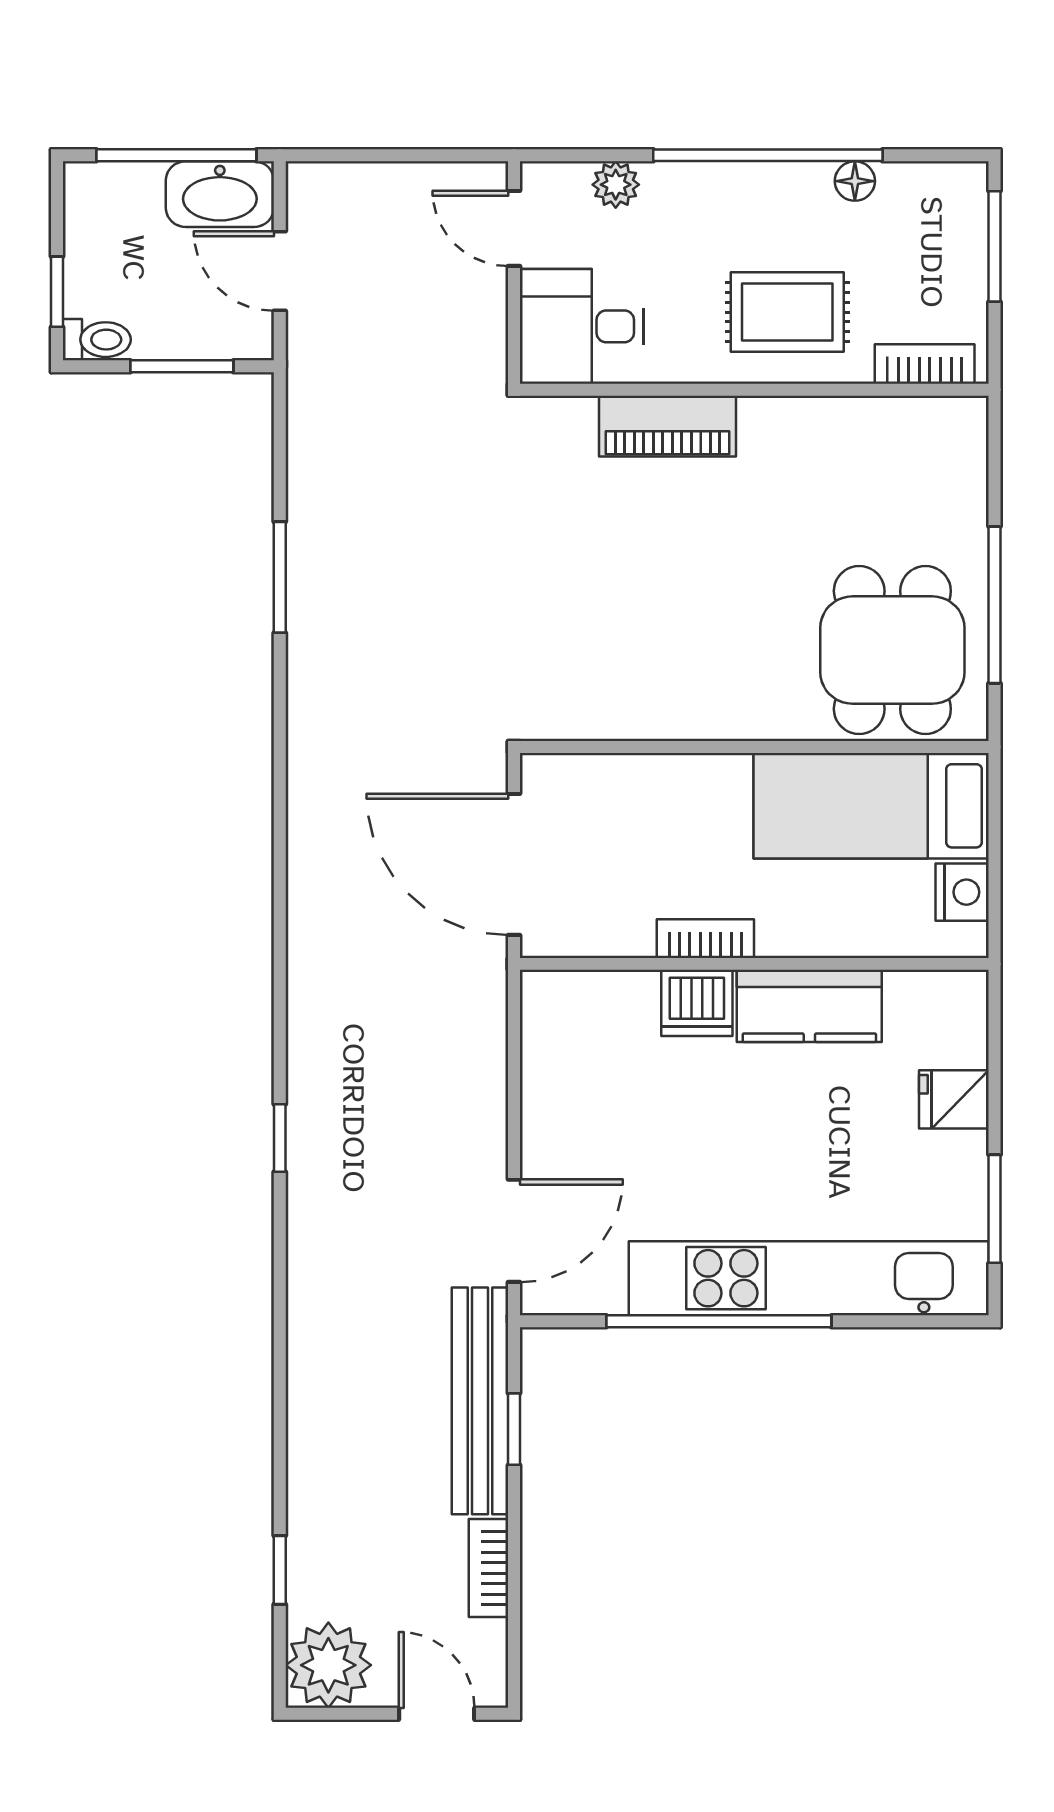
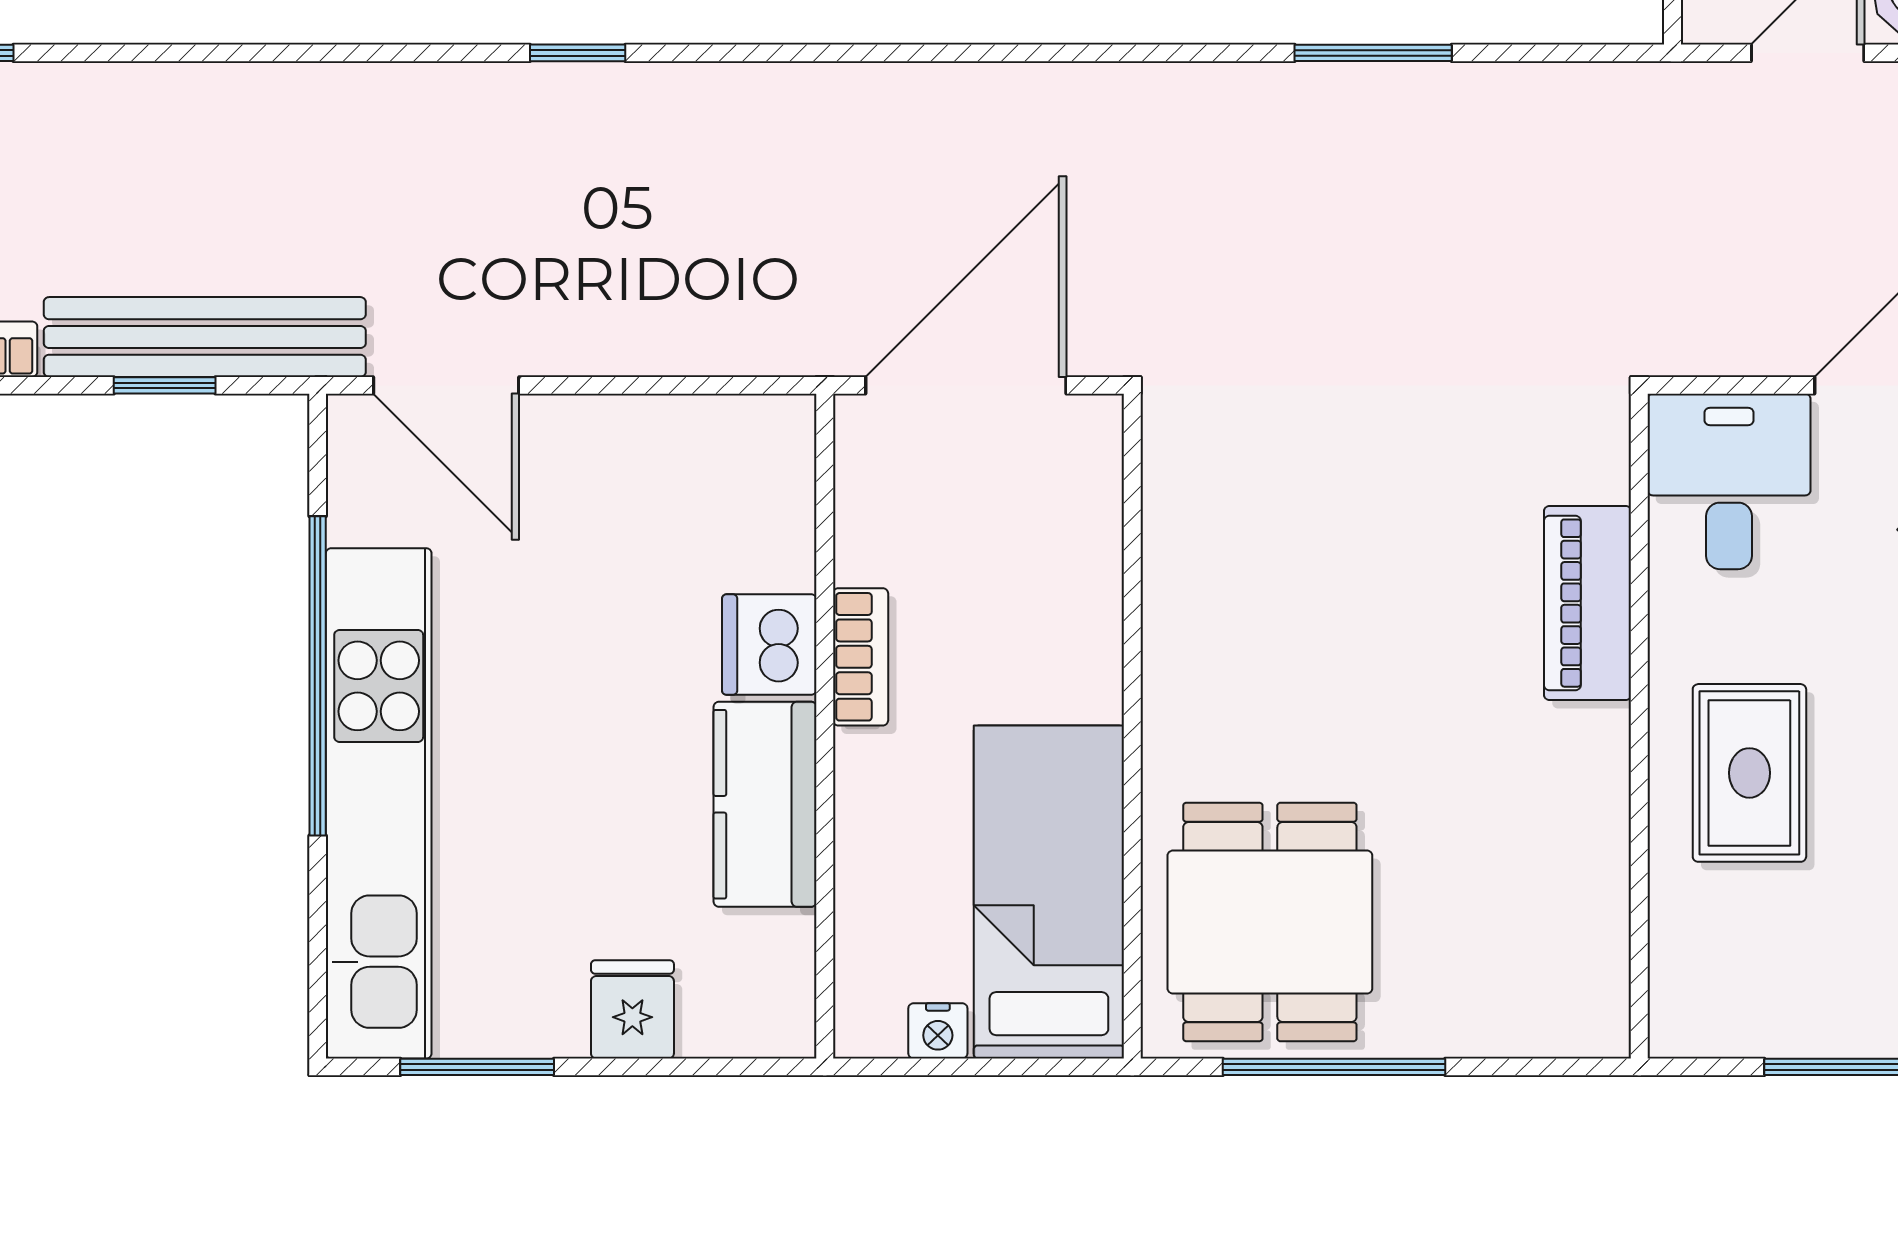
bookcase: (925, 364) -> (1676, 968), removed
dining table: (892, 650) -> (1270, 922), turned 90
nightstand: (962, 892) -> (938, 1031), width x0.72, depth x0.74

